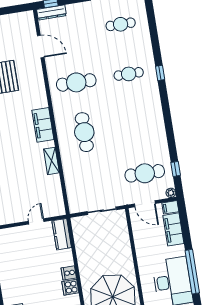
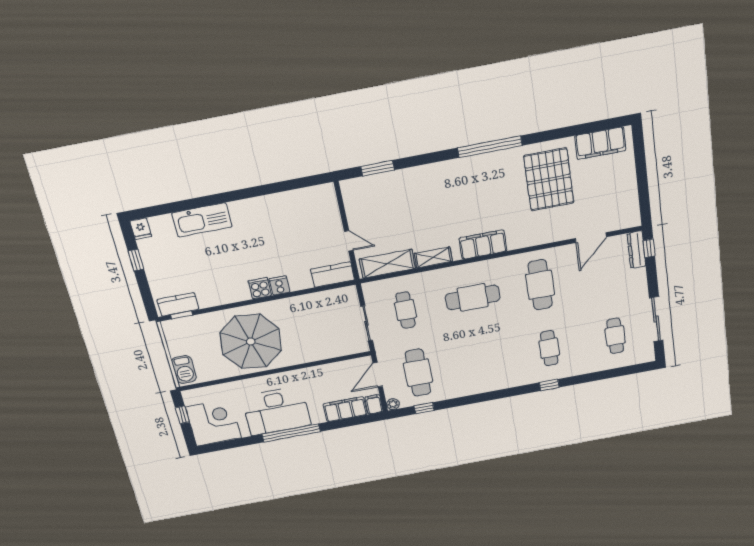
cafe table: (92, 182) -> (405, 310), added
shelving: (55, 194) -> (387, 264), added

